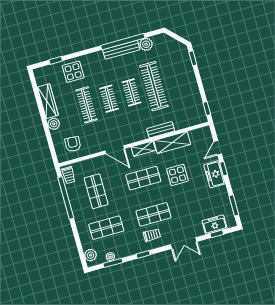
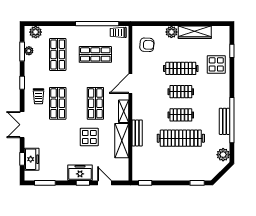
plant: (146, 44) -> (223, 155), moved
bench: (121, 50) -> (224, 121), width x0.73

